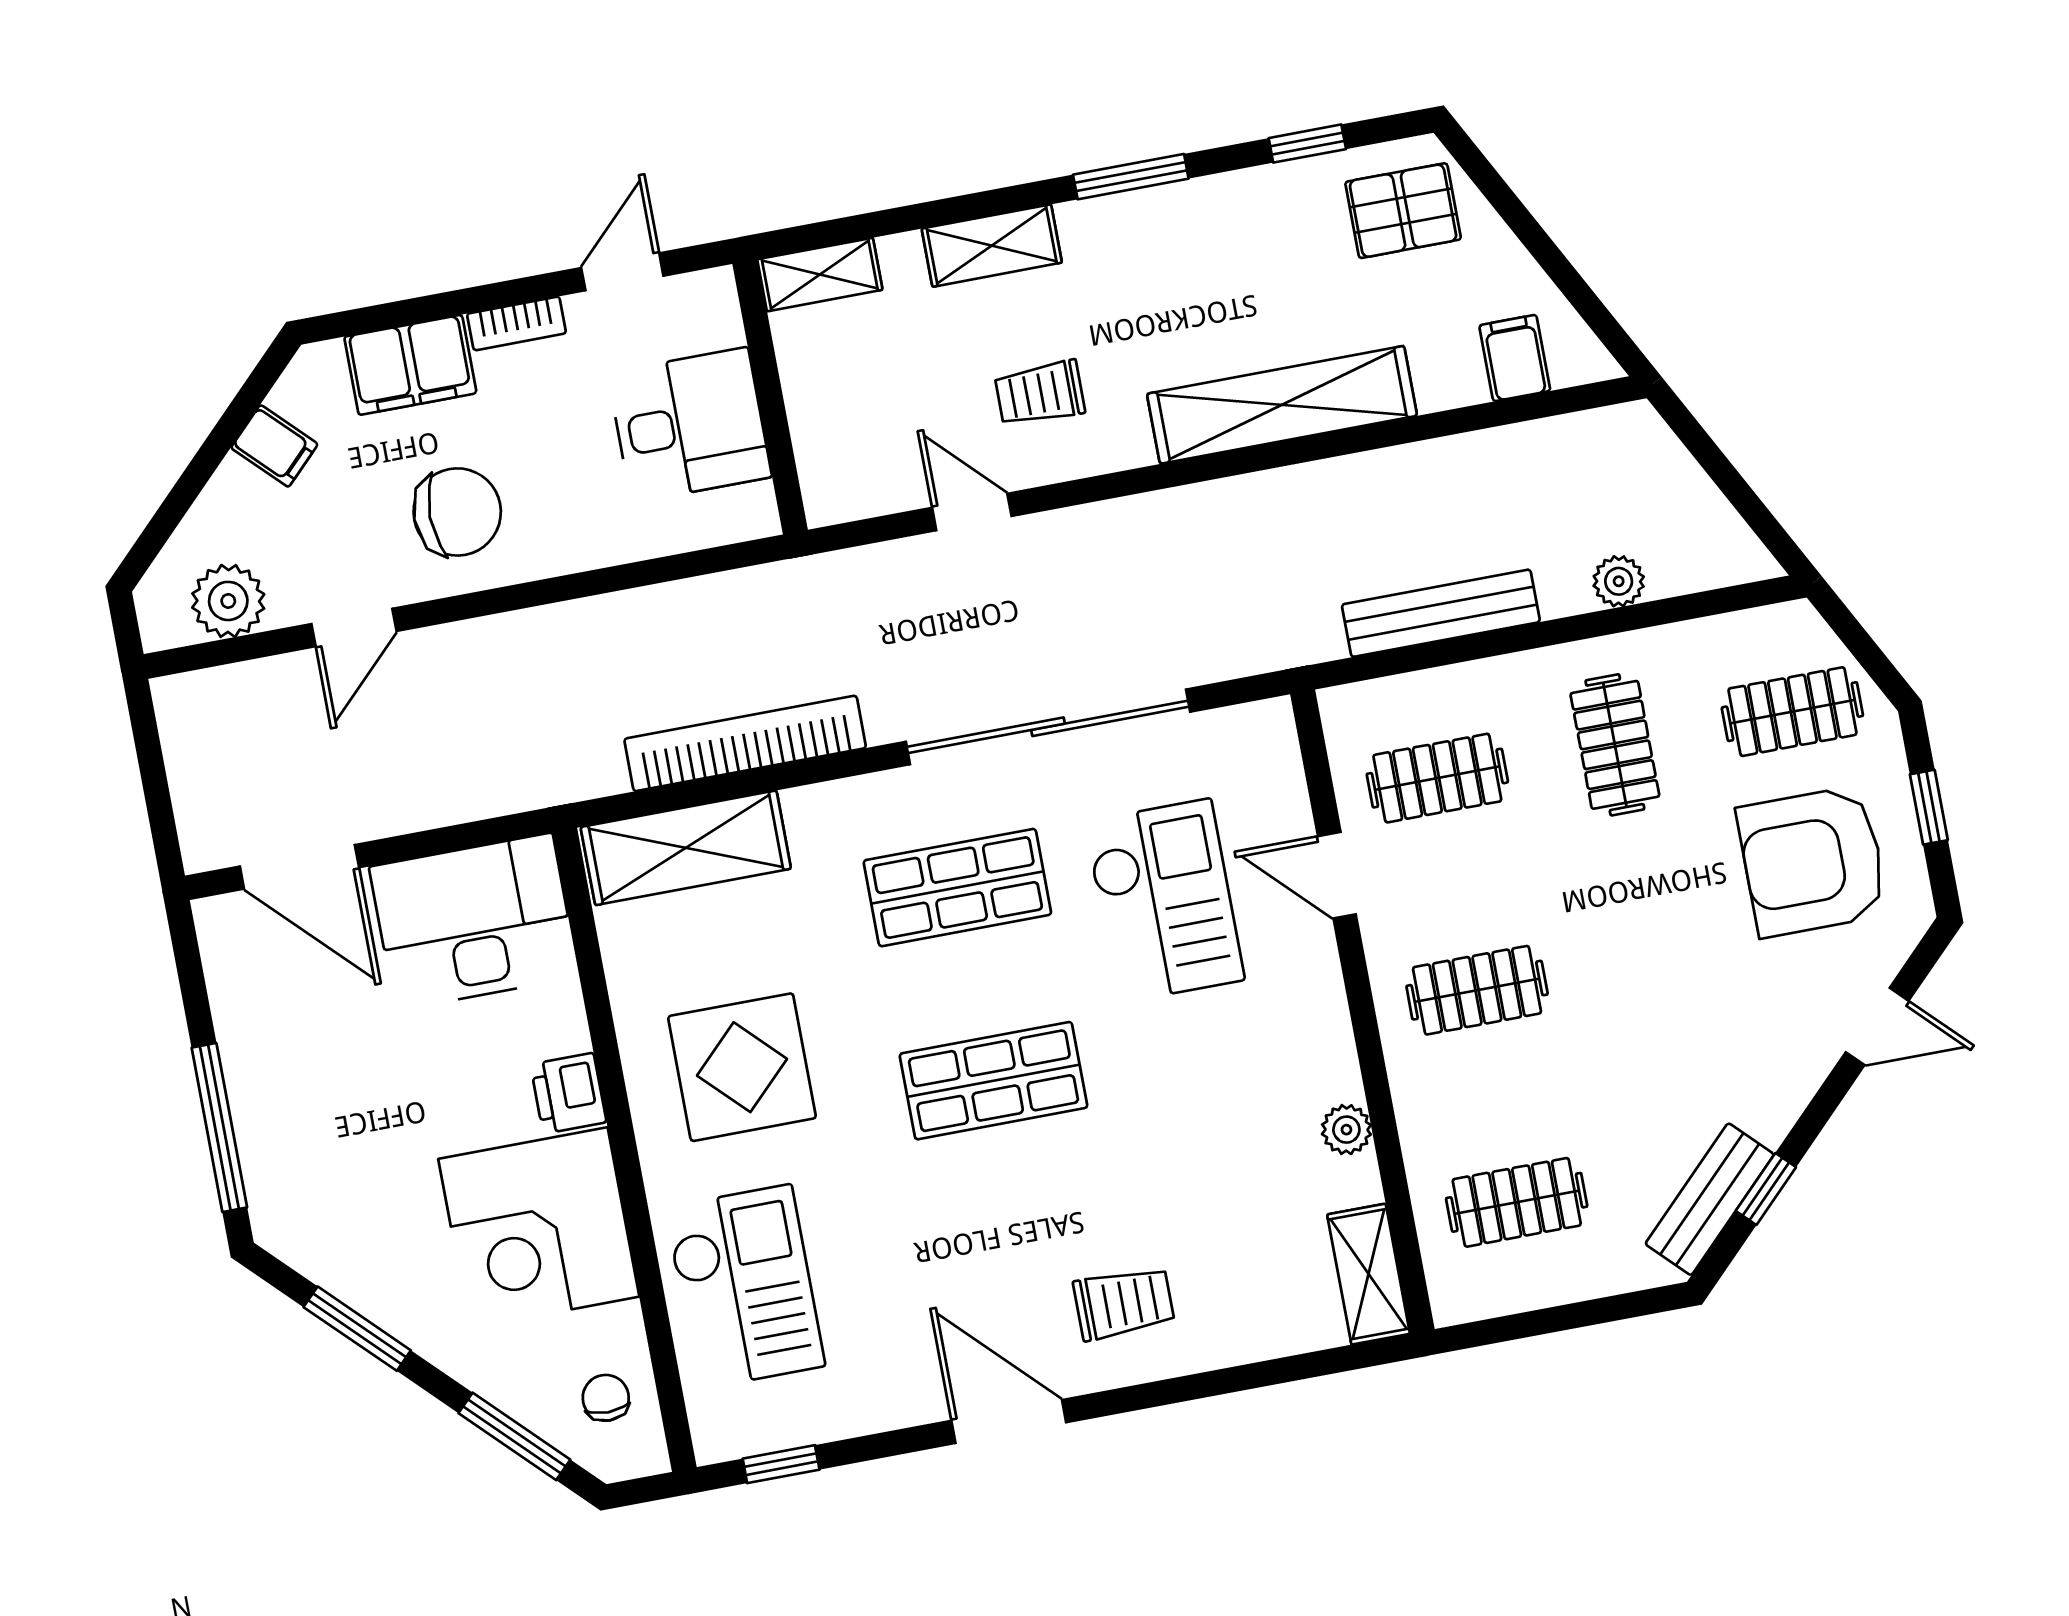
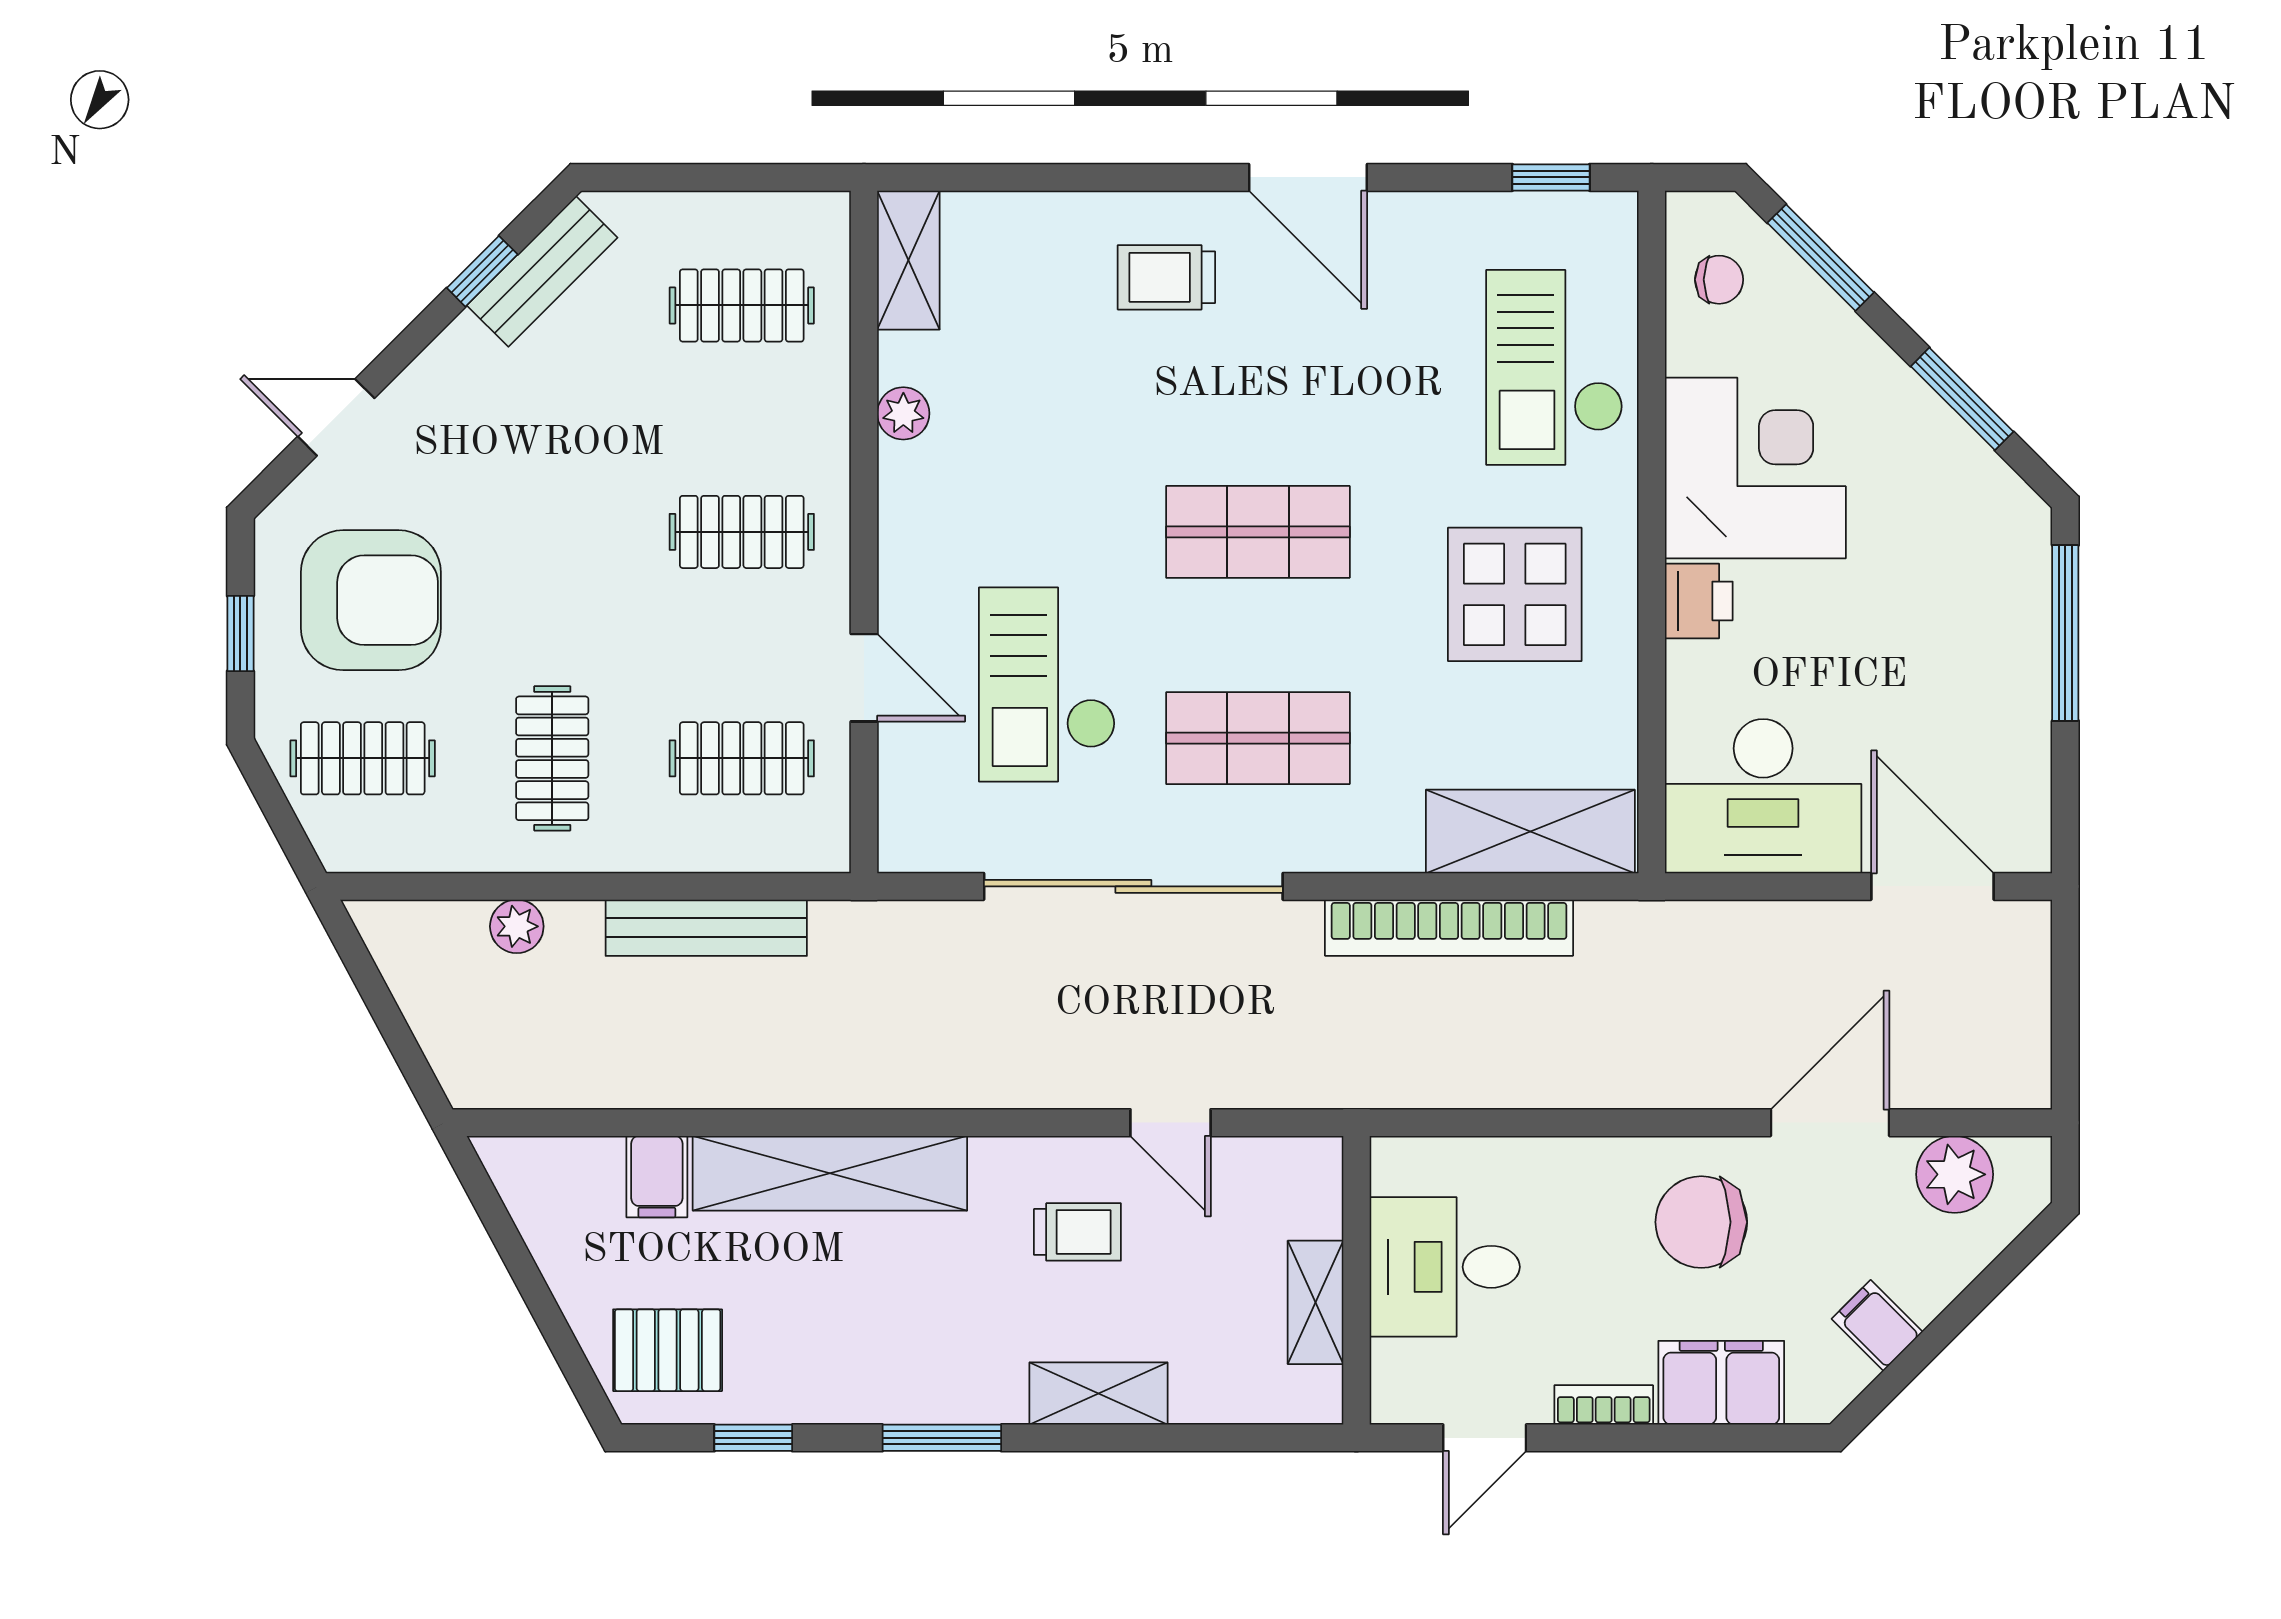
shelving: (820, 275) -> (1315, 1302), moved, turned 90
filing cabinet: (1515, 358) -> (657, 1177), moved
door: (354, 628) -> (1830, 1123), width x1.38
chair: (606, 1398) -> (1719, 280), turned -90

